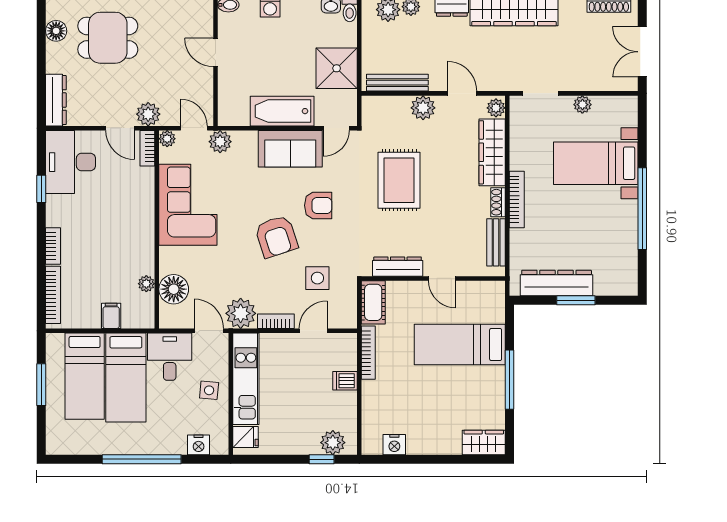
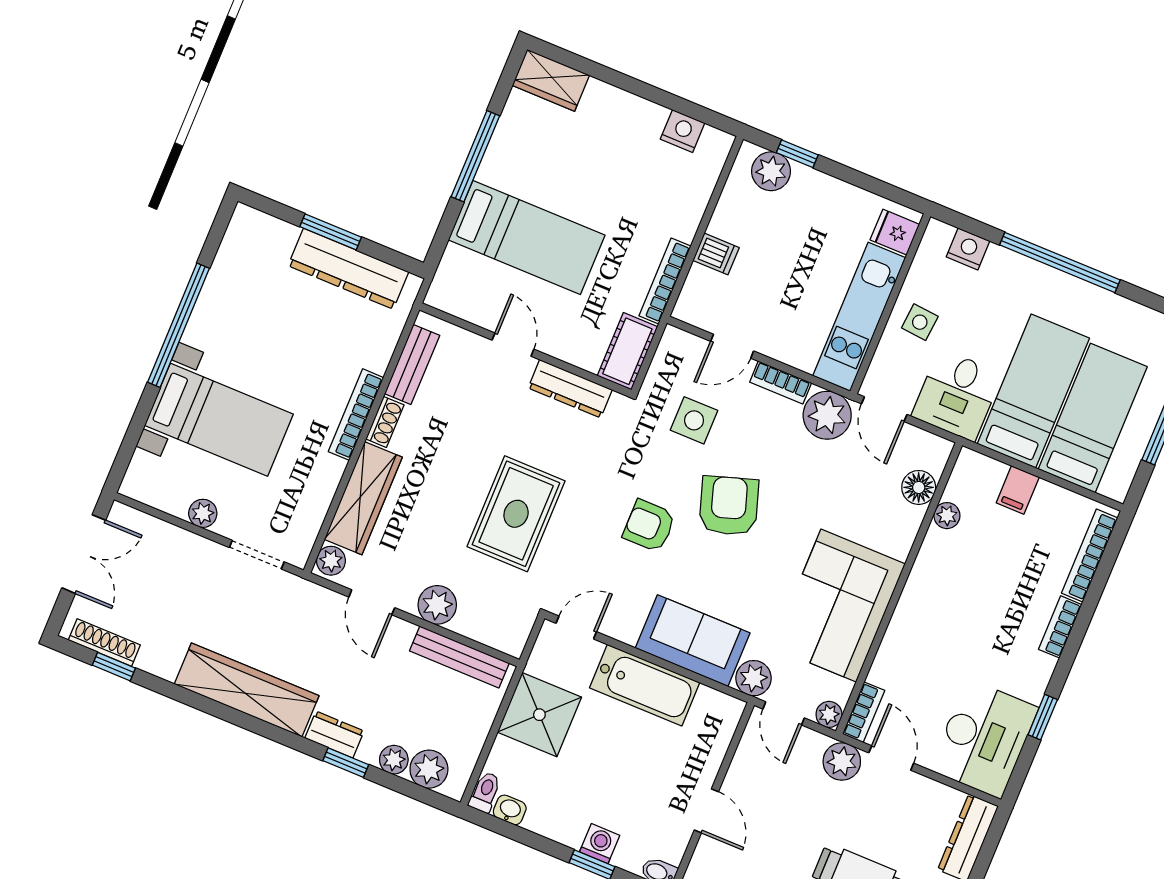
sofa: (290, 149) -> (693, 641), moved
floor lamp: (174, 289) -> (919, 487), width x0.73, depth x0.73

